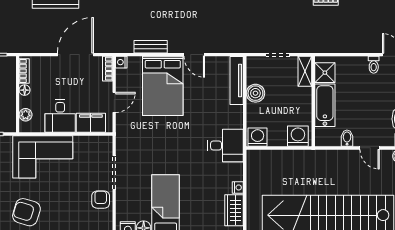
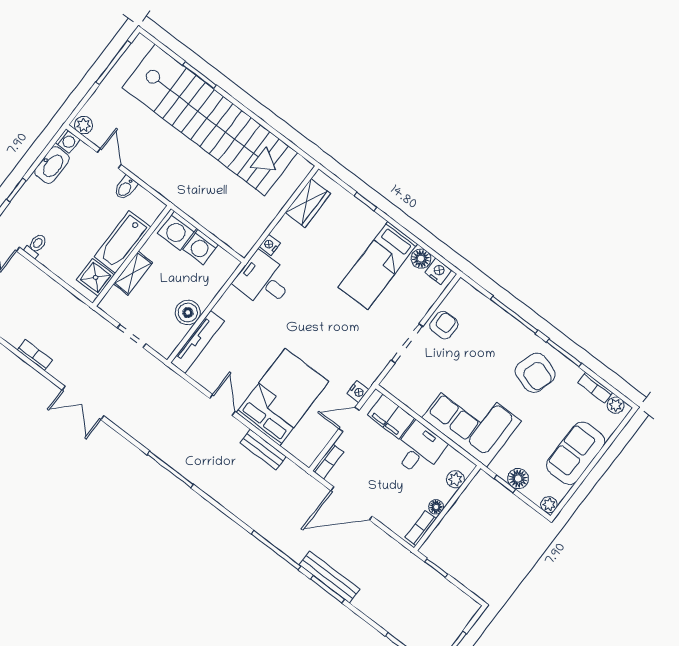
nightstand: (121, 62) -> (358, 392), moved
shelving: (305, 71) -> (133, 273), moved
washing machine: (258, 137) -> (201, 247), moved
nightstand: (238, 187) -> (270, 245), moved
armchair: (101, 200) -> (444, 325), turned 180

